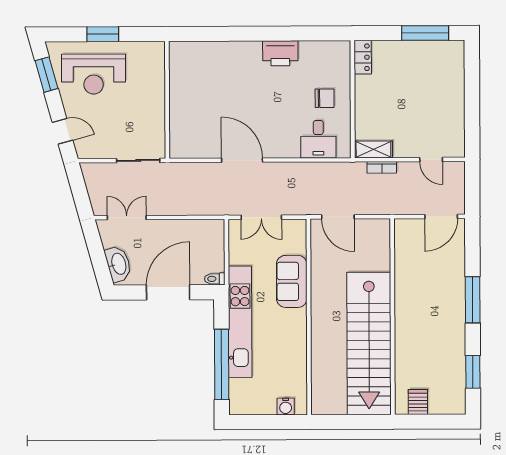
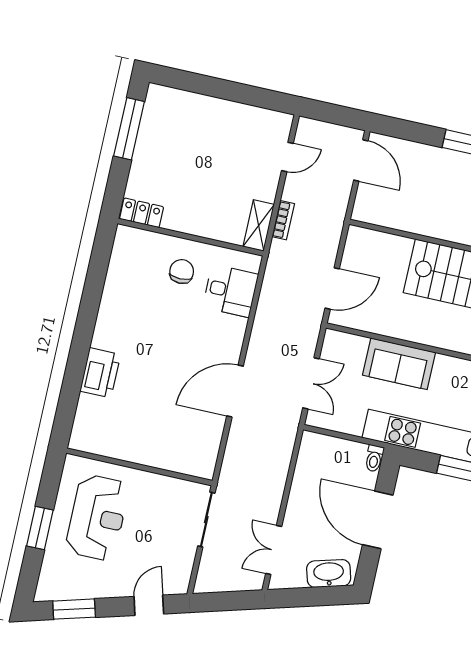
printer: (280, 53) -> (100, 373), moved
reception desk: (94, 74) -> (97, 517), moved

